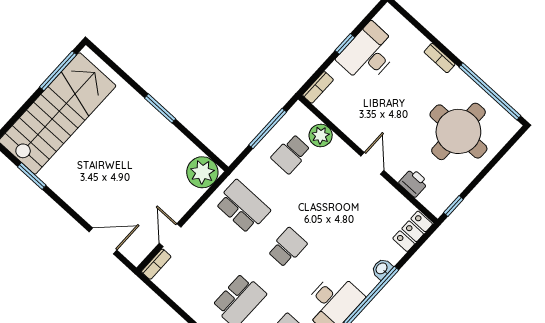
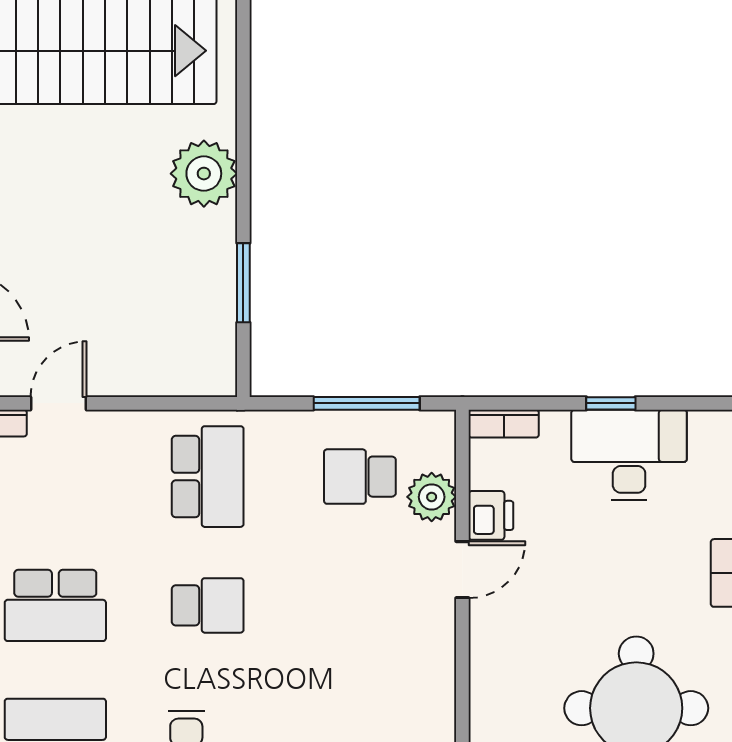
window: (160, 108) -> (243, 283), moved
door: (372, 163) -> (462, 570), moved
plant: (202, 172) -> (204, 174), moved
printer: (413, 183) -> (491, 515), moved

